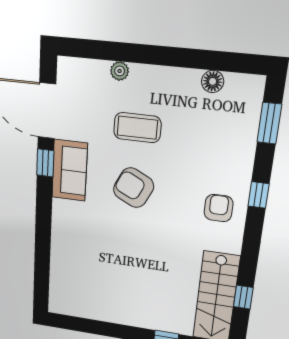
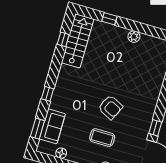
sofa: (70, 170) -> (52, 126), moved, turned 180
armchair: (219, 208) -> (68, 90), removed
plant: (118, 315) -> (134, 37), added

